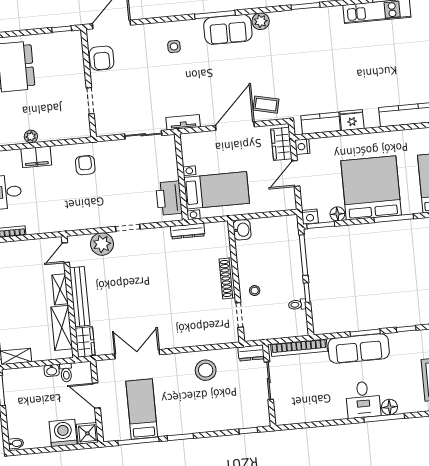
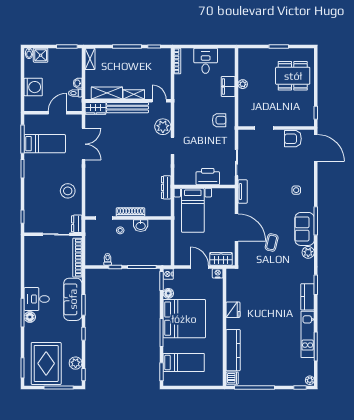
coffee table: (266, 105) -> (272, 242), moved
kitchen counter: (321, 123) -> (307, 297), moved, turned 180
printer: (169, 198) -> (208, 177), moved
washbasin: (242, 230) -> (141, 226), moved
shower: (87, 433) -> (41, 55), moved

